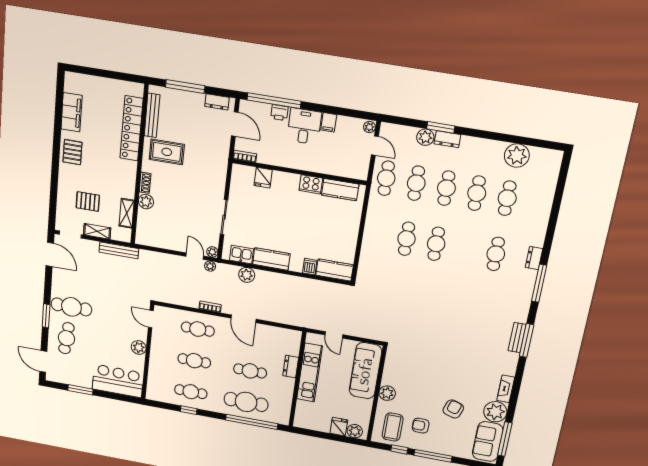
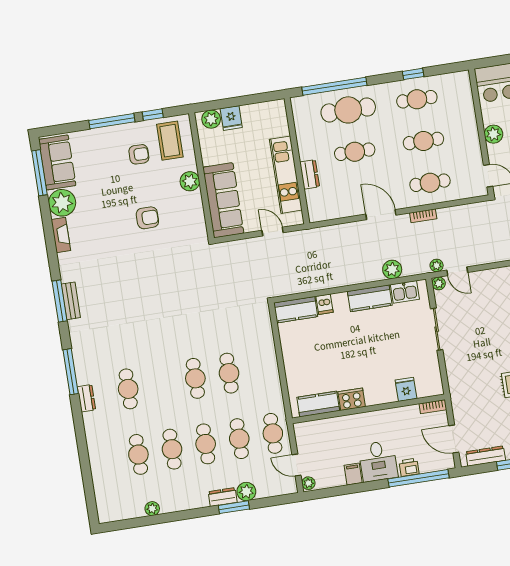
dresser: (217, 102) -> (486, 456), width x1.44
plant: (517, 156) -> (152, 509), width x0.53, depth x0.53
armchair: (453, 409) -> (147, 218), moved, turned -108

